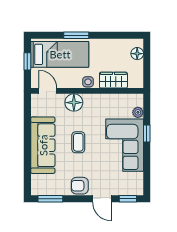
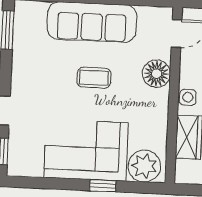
plant: (138, 112) -> (144, 166), width x1.88, depth x1.88
armchair: (80, 186) -> (26, 77), removed

